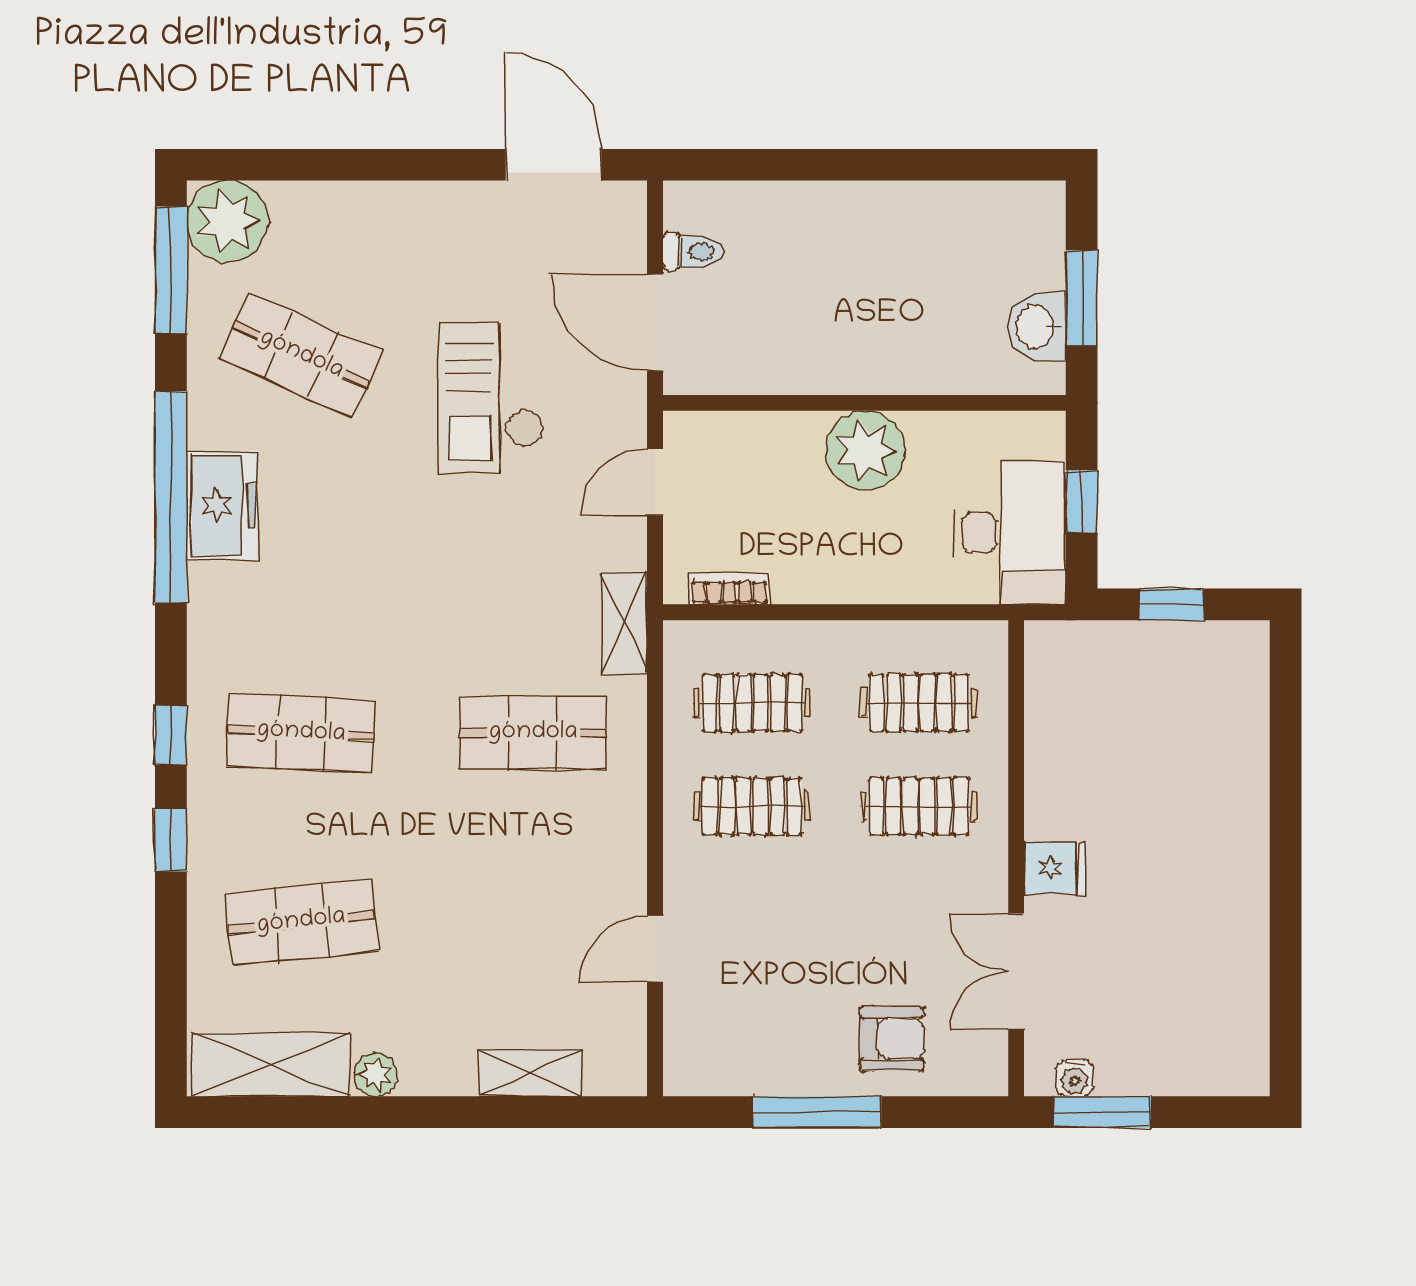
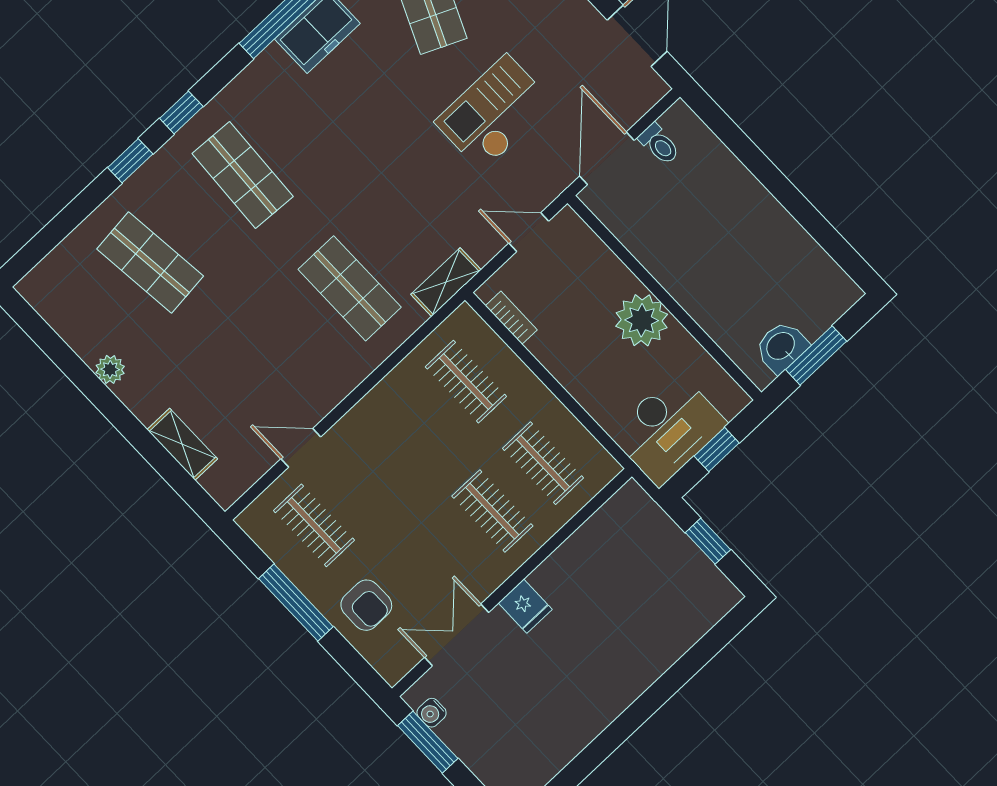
clothes rail: (752, 806) -> (314, 525), moved
shelving: (270, 1065) -> (66, 313), removed

